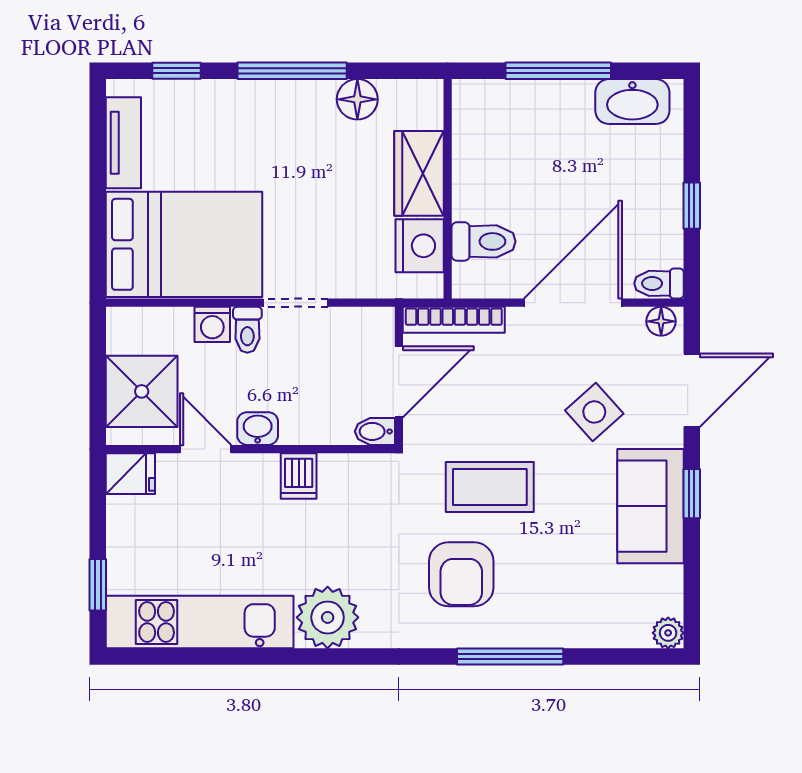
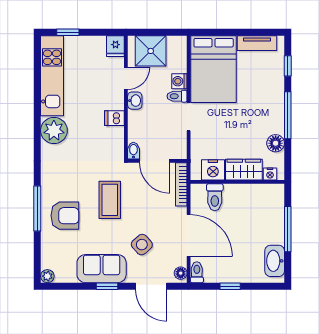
nightstand: (429, 112) -> (270, 174), added
armchair: (461, 574) -> (65, 216), moved, turned 180

